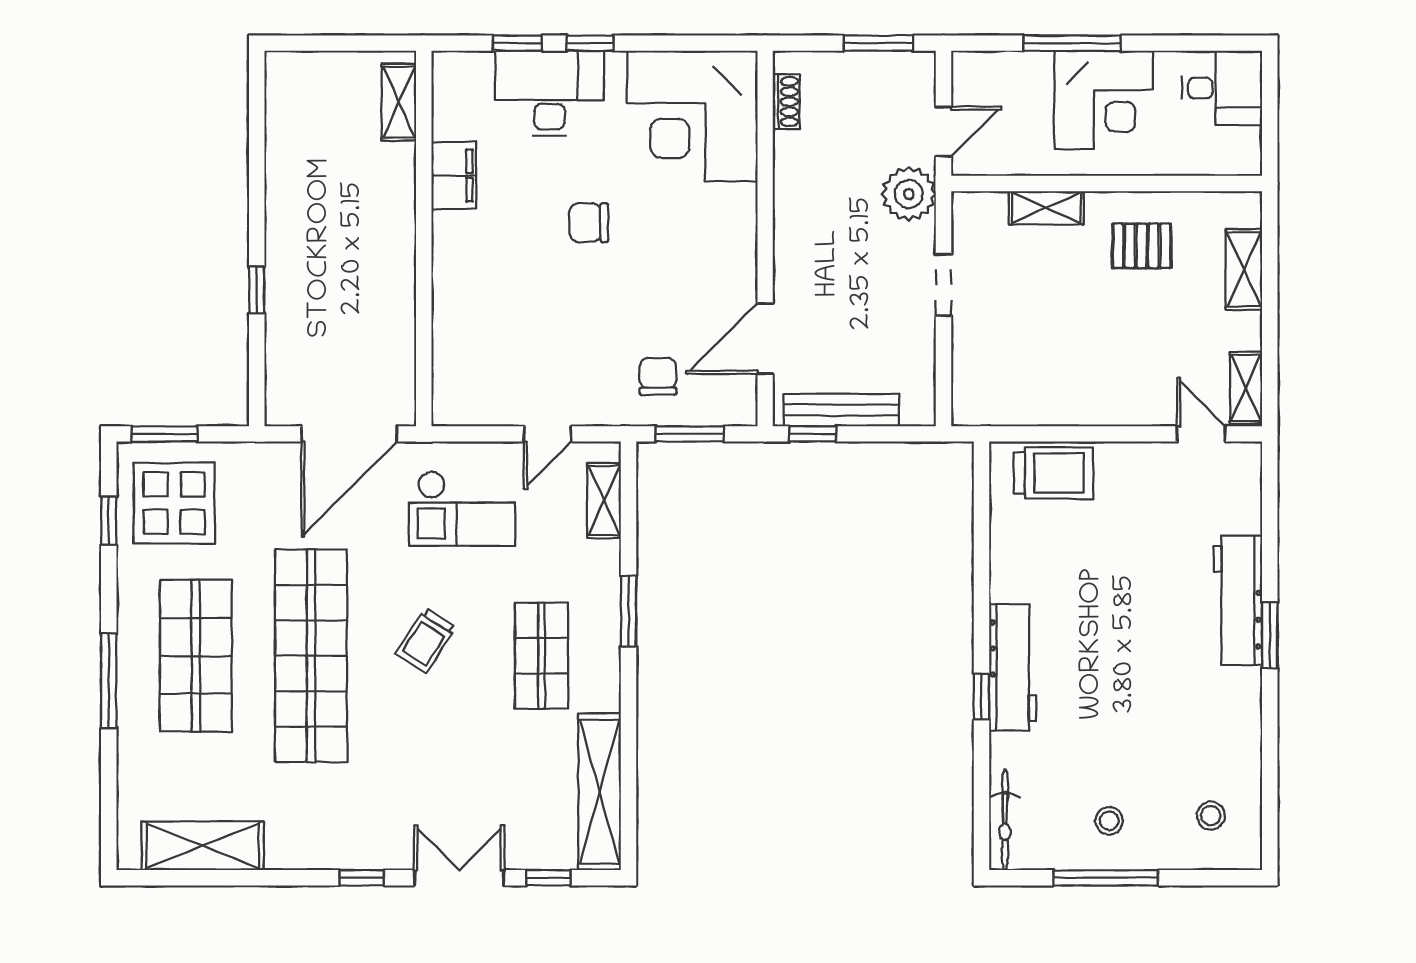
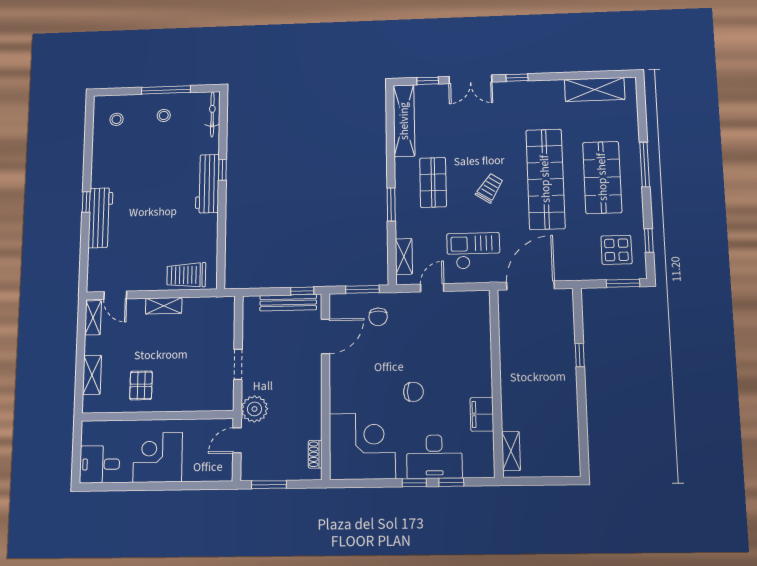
window: (1072, 43) -> (173, 486), removed
shelving: (1046, 208) -> (164, 306), moved
pallet: (1142, 246) -> (141, 385), turned 90
display table: (174, 503) -> (616, 250), width x0.73, depth x0.73
window: (1270, 635) -> (86, 202), width x0.67

